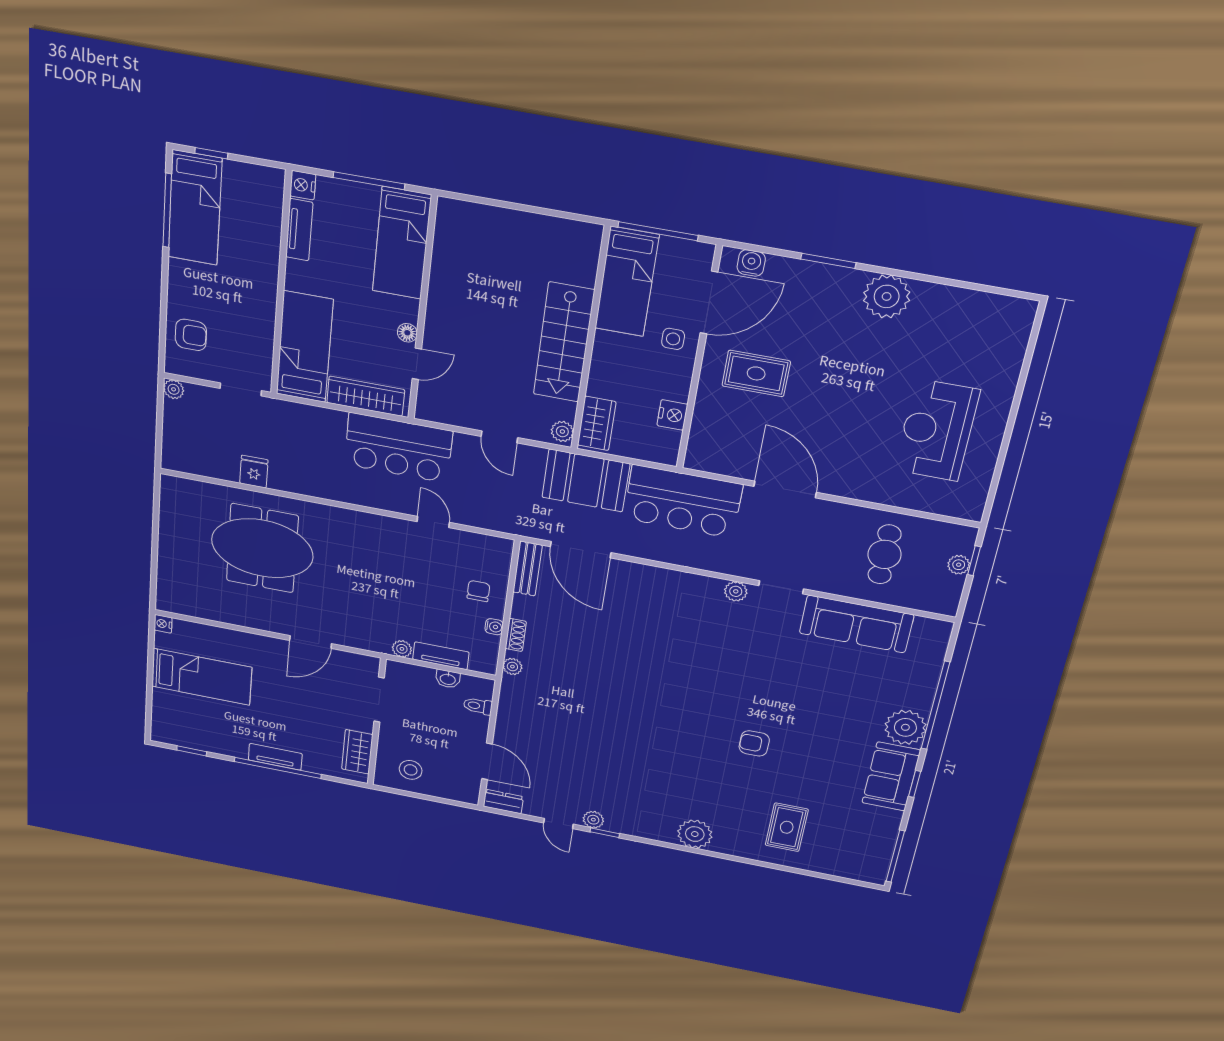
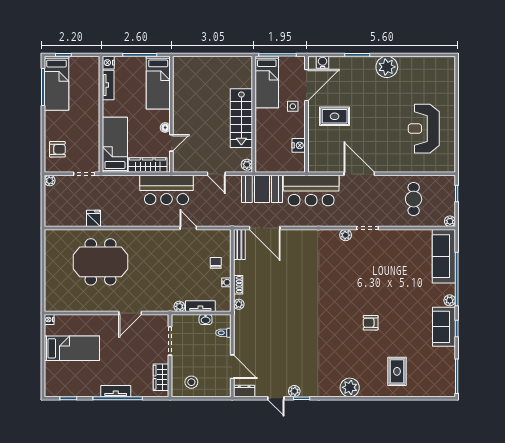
wardrobe: (597, 423) -> (263, 157), removed
plant: (959, 565) -> (450, 221), moved
sofa: (856, 624) -> (444, 256), moved, turned 90
plant: (905, 727) -> (450, 300), width x0.53, depth x0.53

